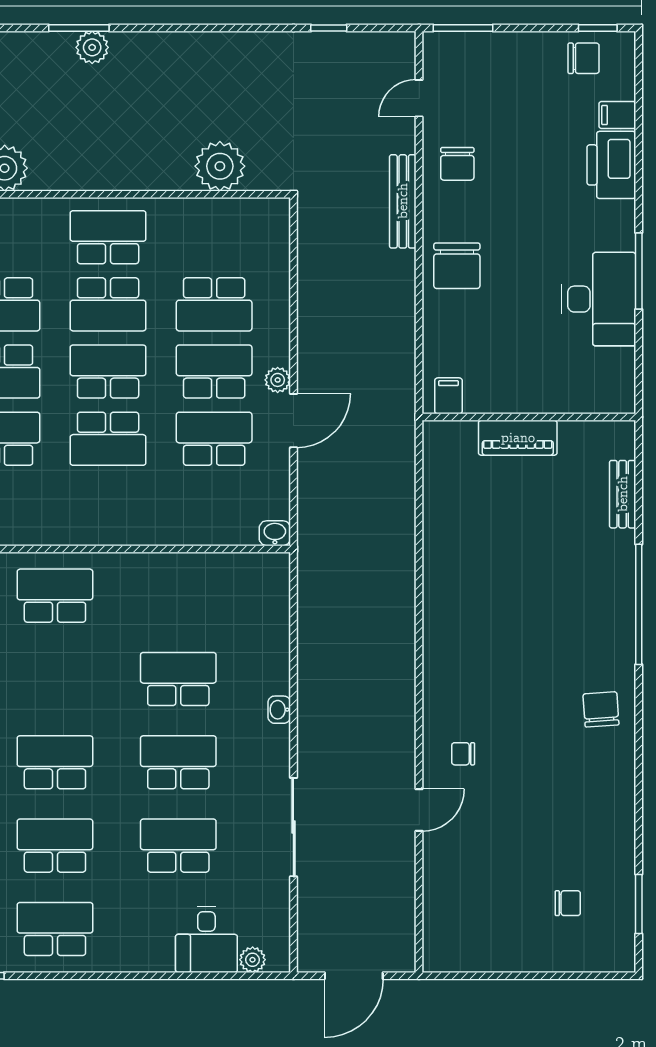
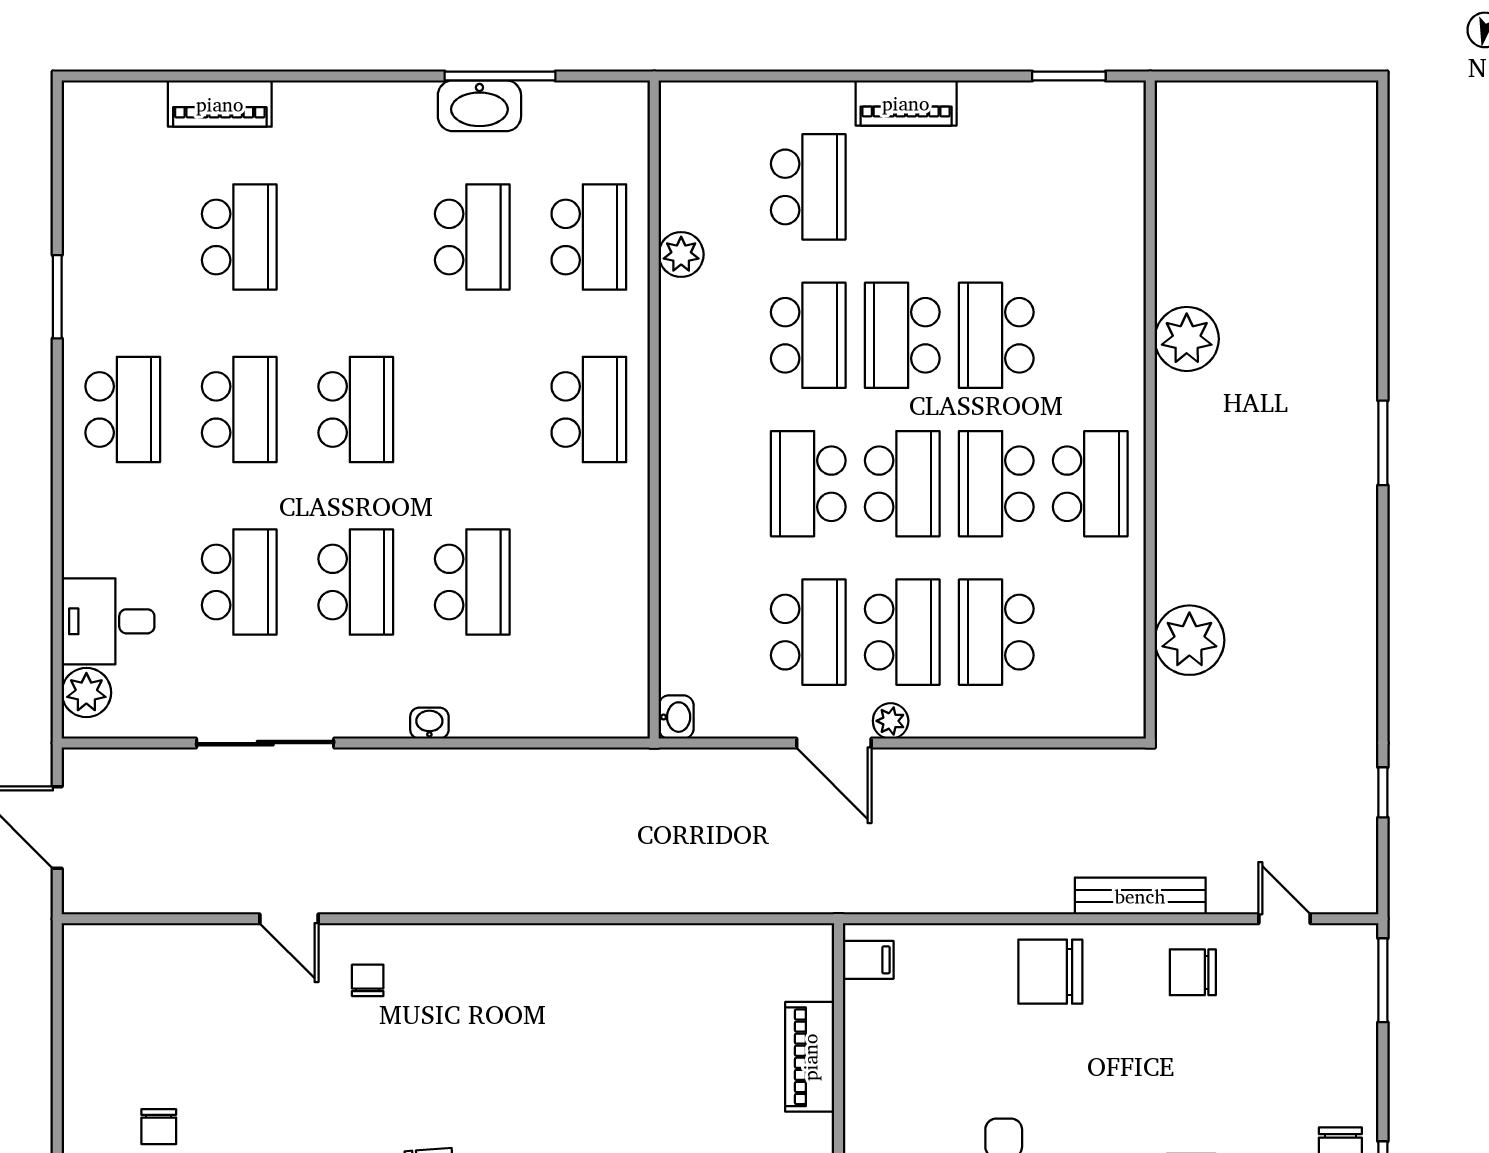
plant: (92, 47) -> (1356, 461), removed
plant: (253, 960) -> (86, 693), width x1.38, depth x1.38

